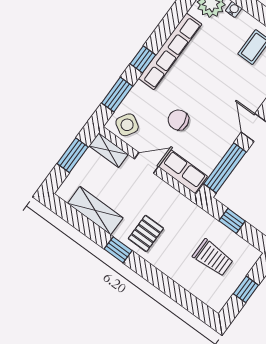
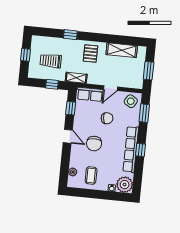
window: (143, 59) -> (141, 150), moved
chair: (221, 93) -> (94, 144), added
shelving: (109, 150) -> (76, 78), moved
window: (225, 168) -> (71, 108), width x0.46
window: (118, 250) -> (70, 35), moved

